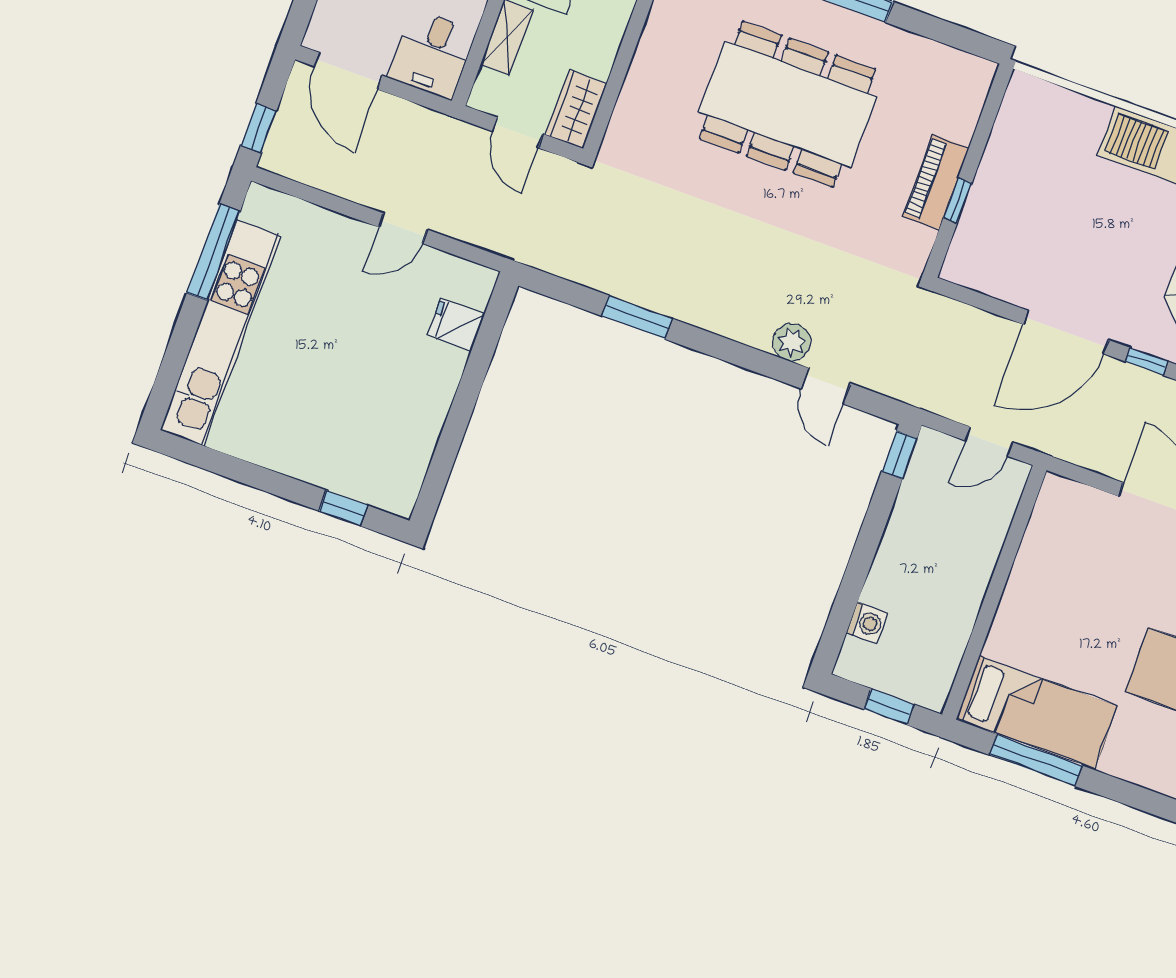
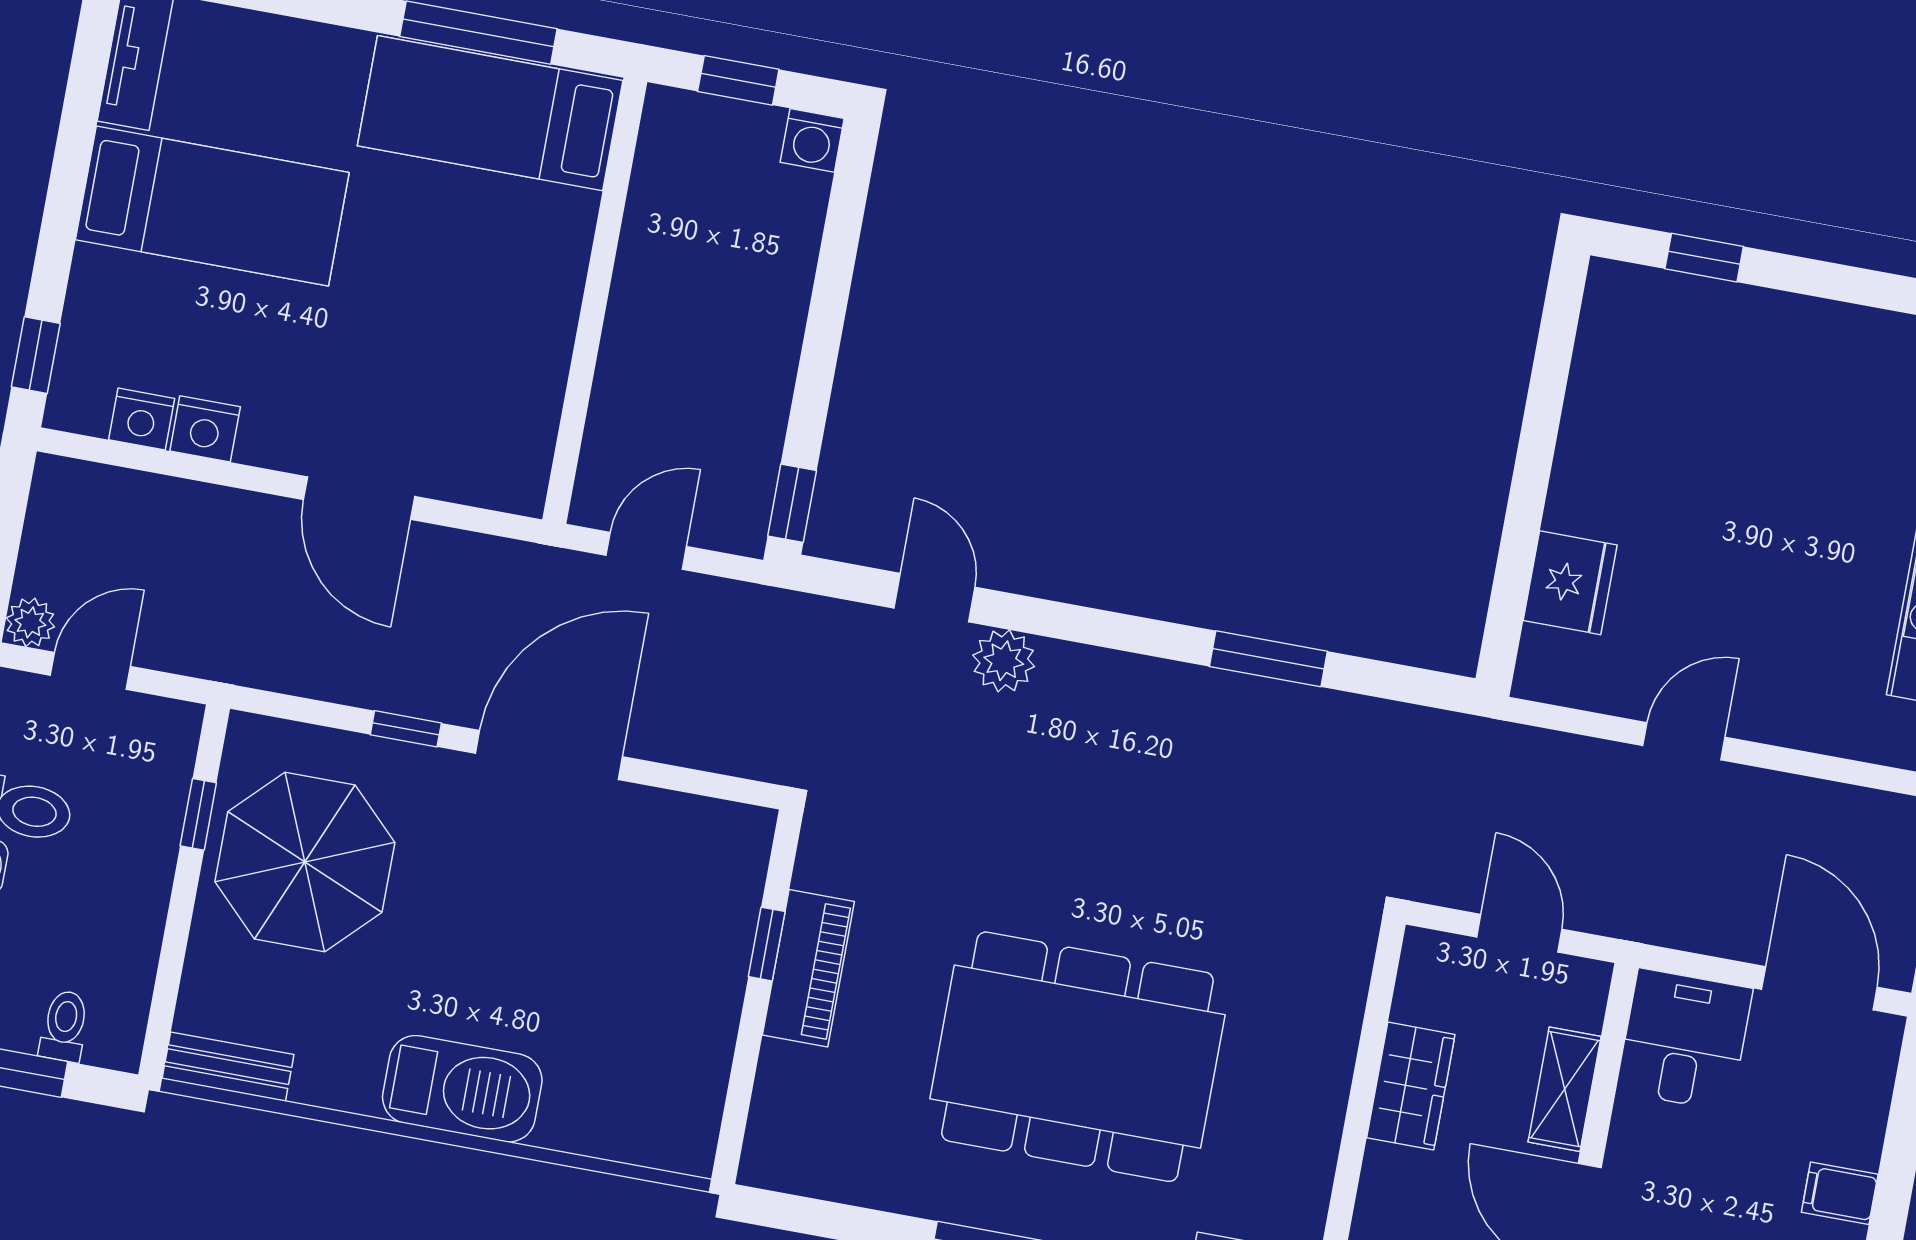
wardrobe: (576, 109) -> (1411, 1086), moved
fridge: (456, 325) -> (1570, 583), width x1.38
washing machine: (867, 623) -> (812, 140), moved, turned -90

